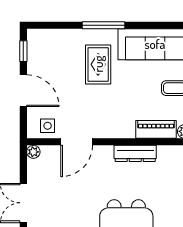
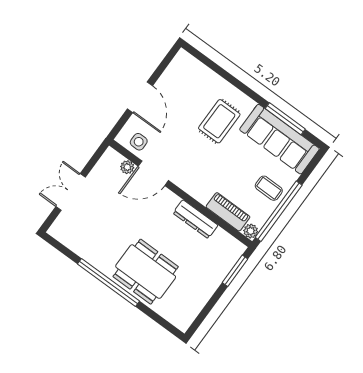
window: (104, 25) -> (285, 119), moved
window: (23, 51) -> (164, 64), removed
plant: (33, 152) -> (127, 167), moved

